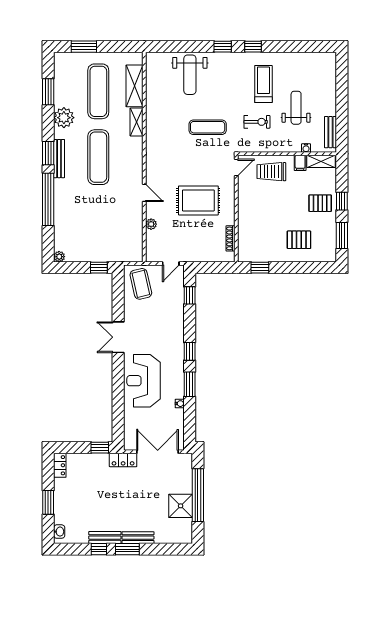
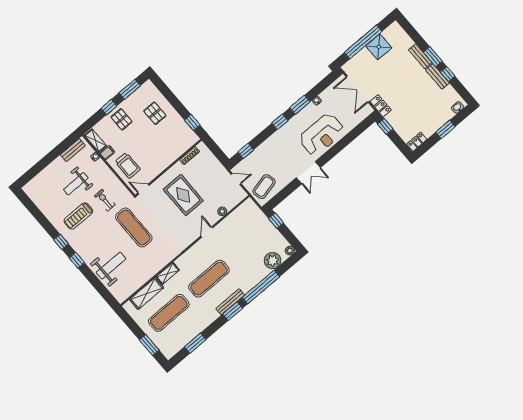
plant: (64, 118) -> (273, 261), moved
exercise mat: (208, 127) -> (134, 228), width x1.36, depth x1.45

